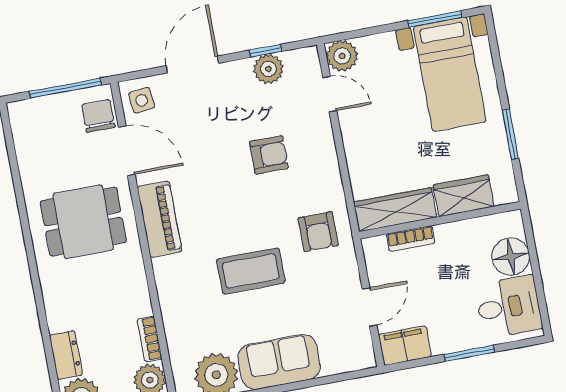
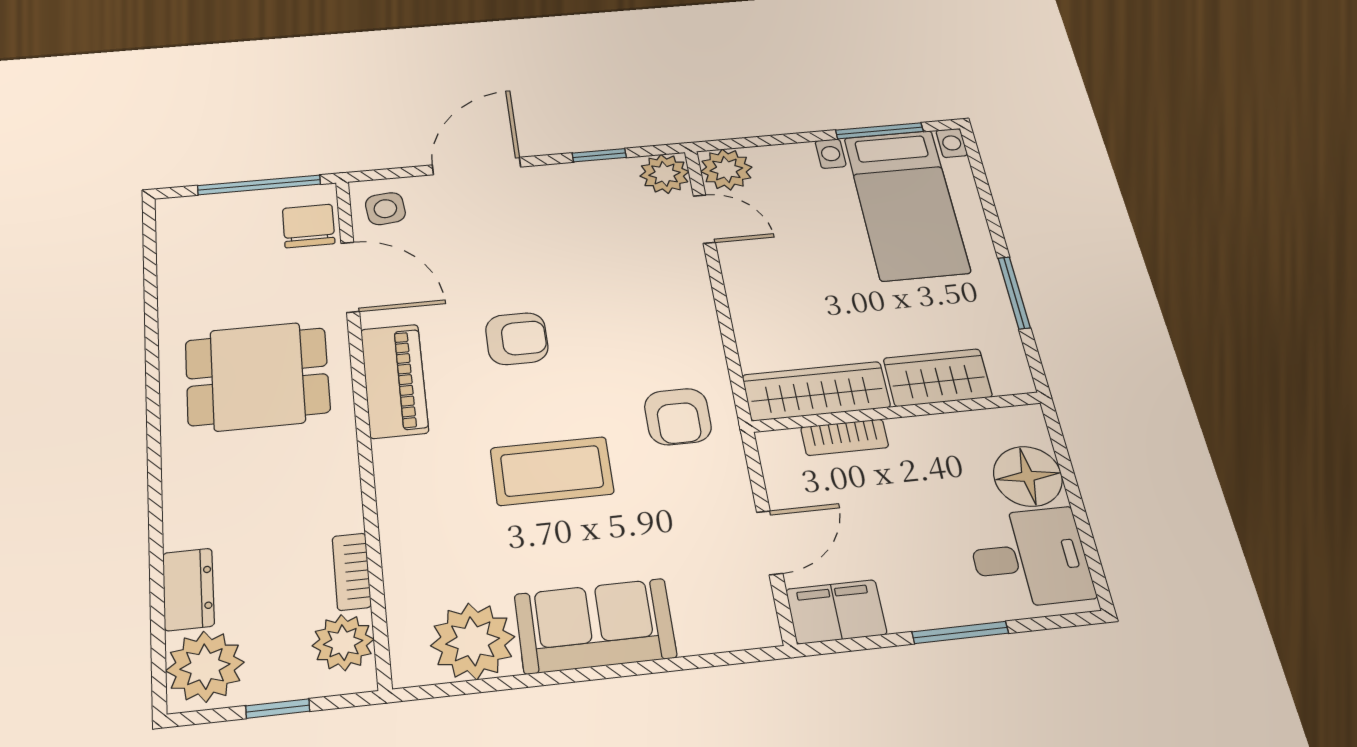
plant: (268, 69) -> (665, 174), moved
armchair: (269, 155) -> (517, 339), moved

